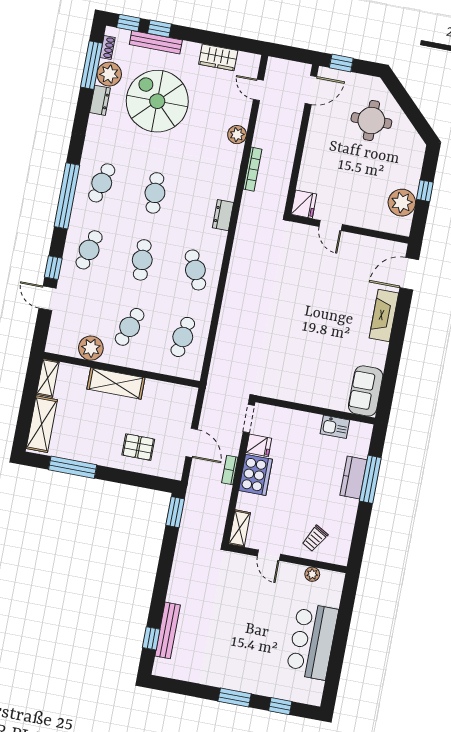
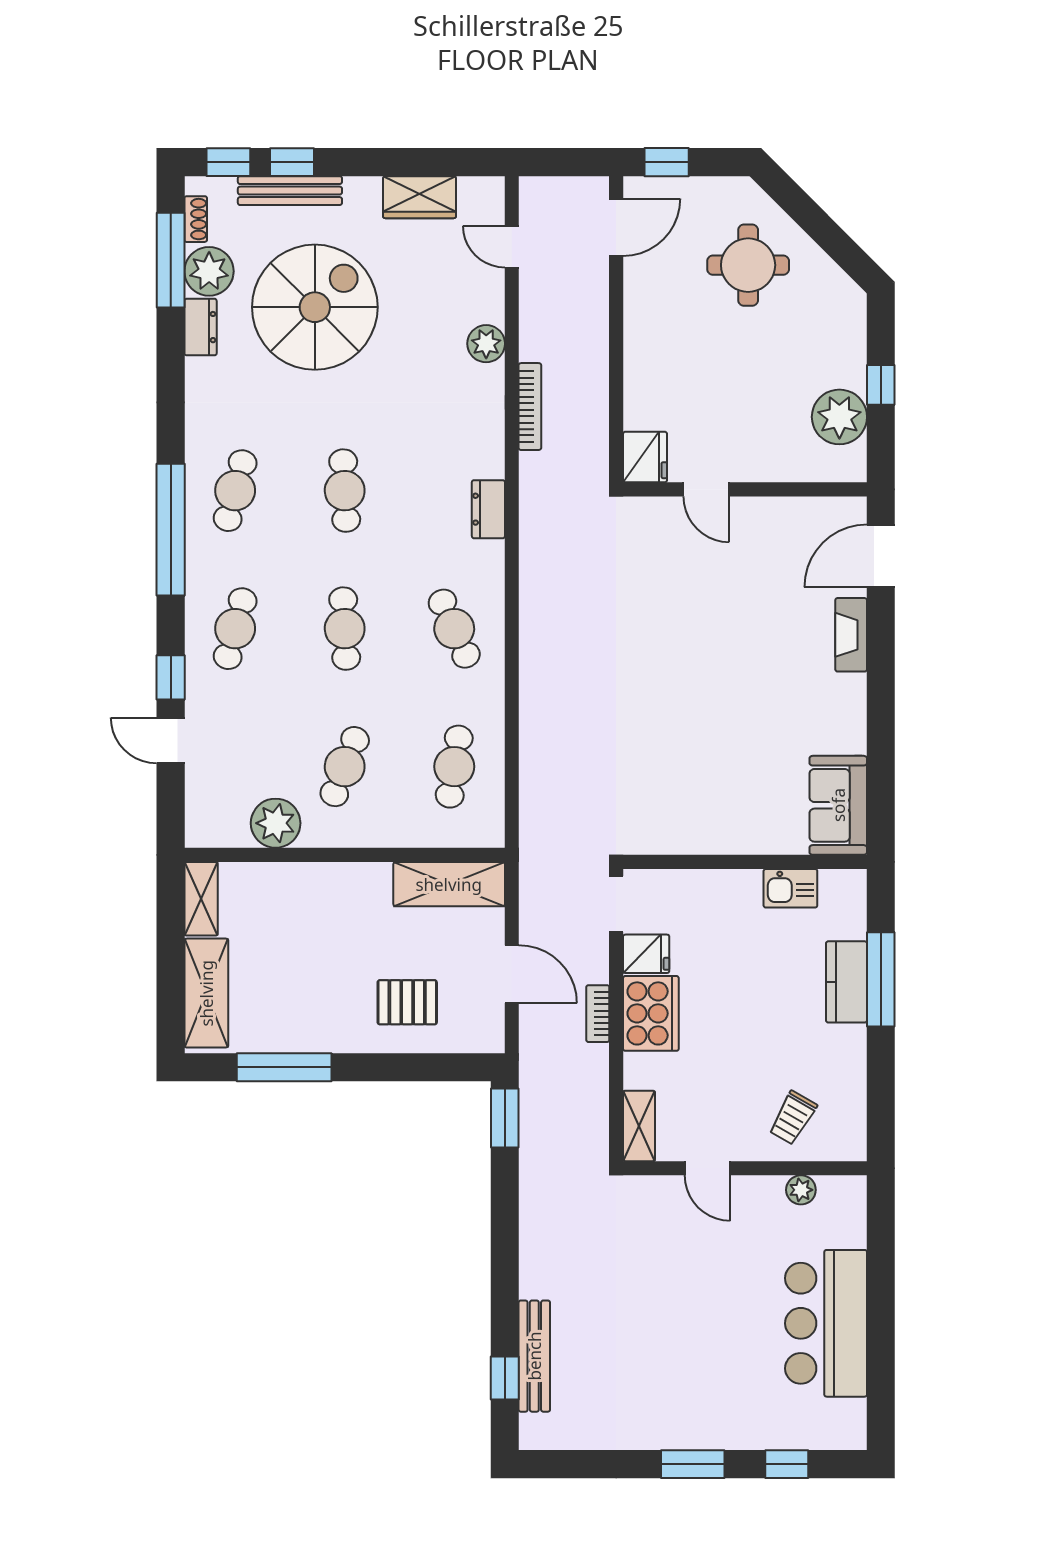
spiral stairs: (157, 101) -> (315, 307), turned 90
fireplace: (384, 316) -> (851, 635), width x0.73, depth x0.76
shelving: (116, 383) -> (449, 884), moved

